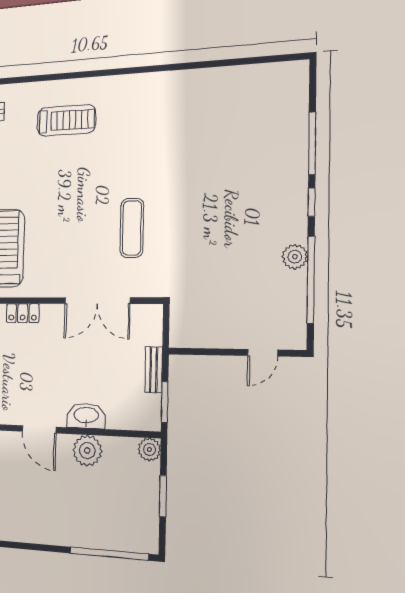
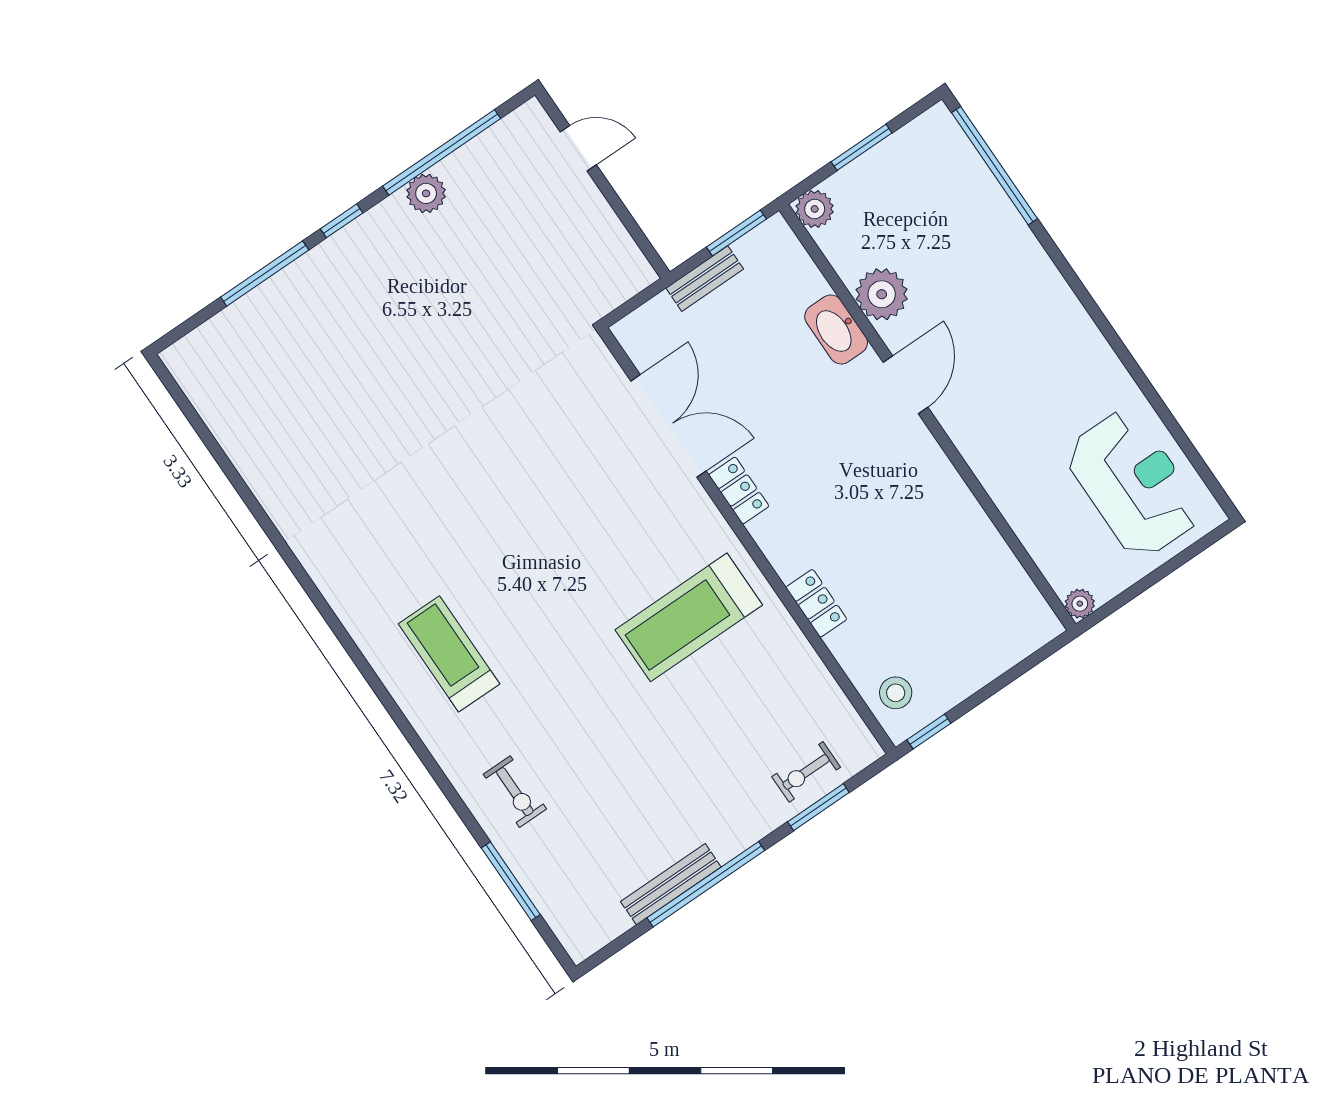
exercise mat: (132, 228) -> (536, 446), removed
locker: (23, 313) -> (739, 490), moved

